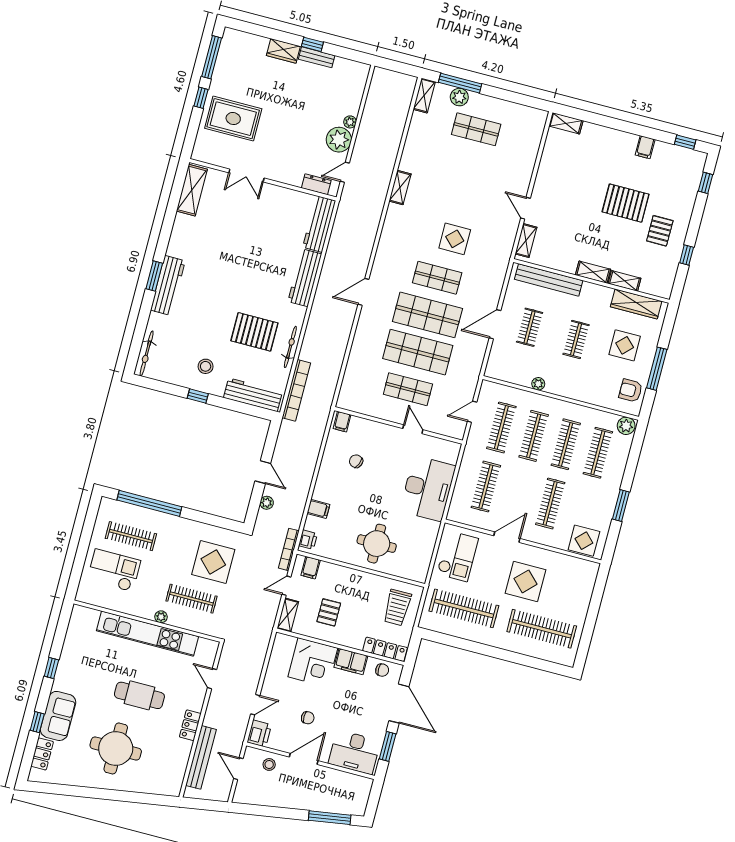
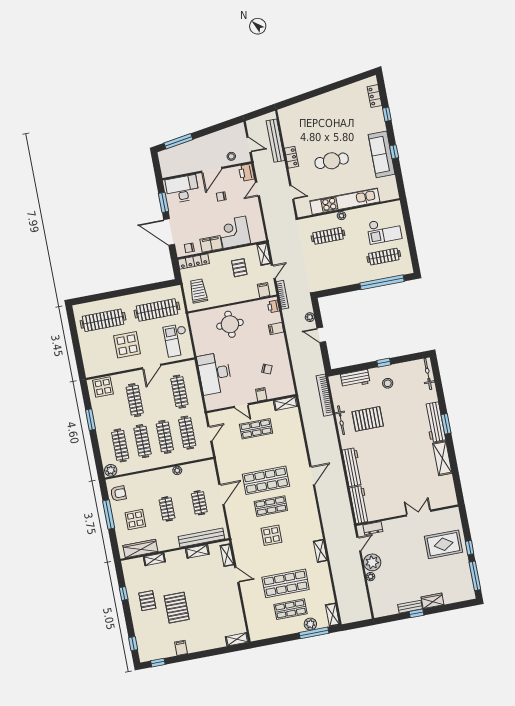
shelving: (192, 190) -> (442, 458), moved
pallet: (626, 203) -> (177, 608), turned 90
shelving: (593, 272) -> (197, 551), moved
shop shelf: (418, 352) -> (286, 583), moved
workbench: (253, 395) -> (355, 379), width x0.73
shelving: (353, 404) -> (286, 403), added
filing cabinet: (342, 422) -> (261, 394), moved
display table: (213, 562) -> (325, 265), removed
sofa: (58, 716) -> (382, 154), moved, width x1.36
round table: (116, 748) -> (331, 121), removed

